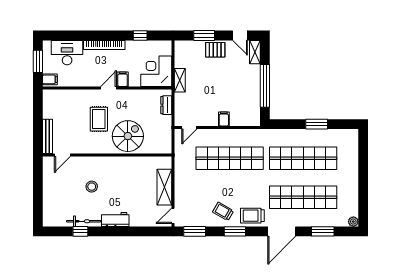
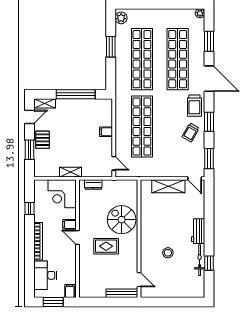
plant: (348, 135) -> (121, 18), added

